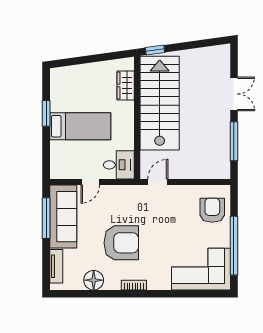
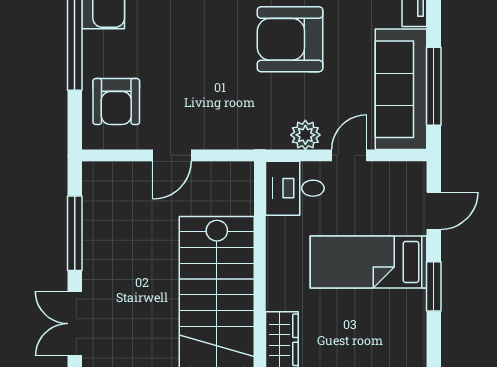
door: (46, 153) -> (434, 211), added
door: (158, 182) -> (172, 155), moved
plant: (113, 193) -> (305, 135), added

